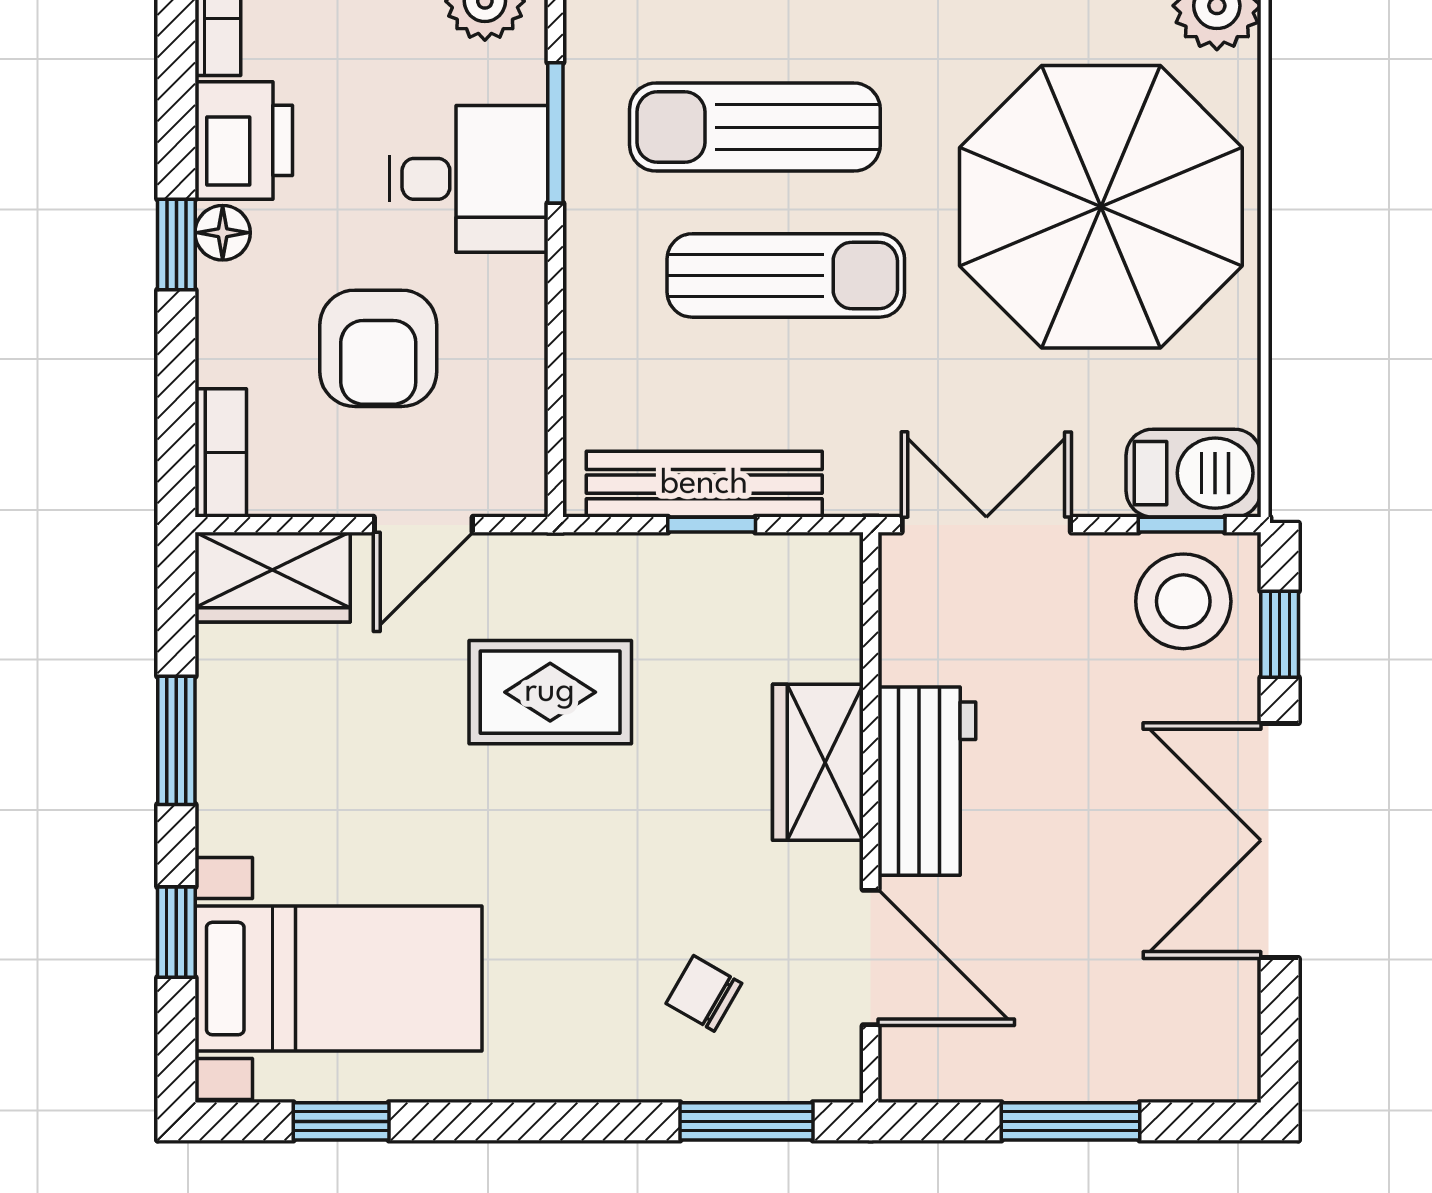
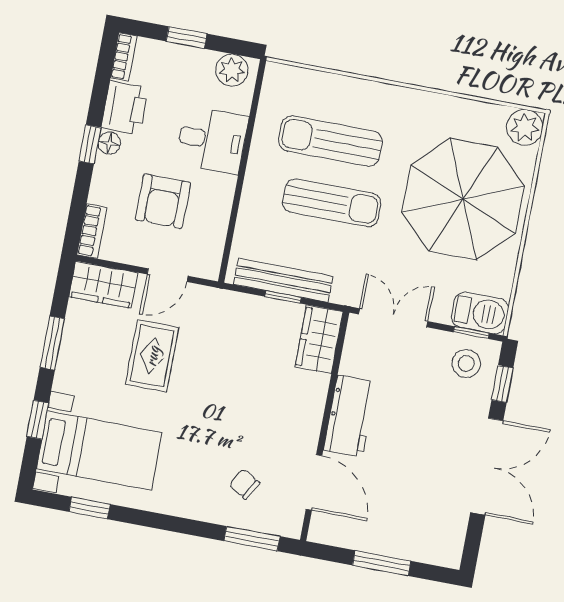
window: (555, 133) -> (250, 128), removed
stool: (1183, 601) -> (466, 363), width x0.73, depth x0.73
rug: (550, 692) -> (152, 356), moved, turned 90
wardrobe: (818, 762) -> (319, 339), moved
double door: (1280, 840) -> (487, 467), swing flipped

